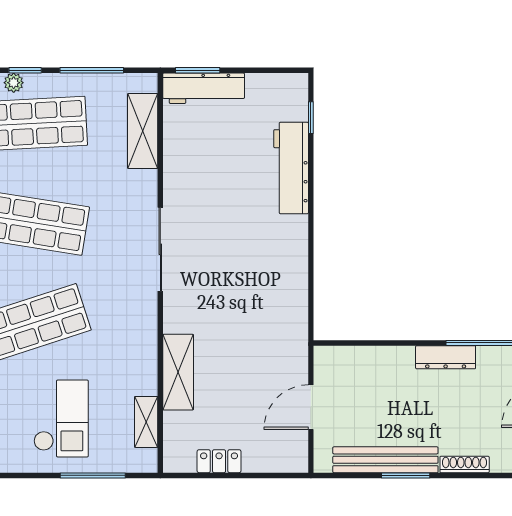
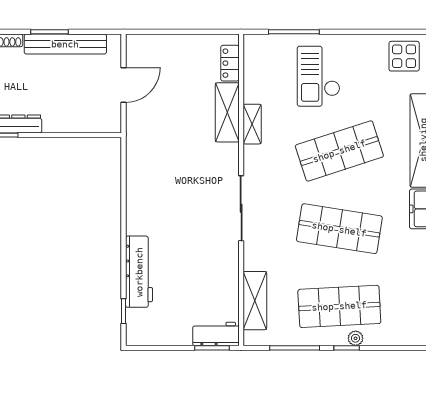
workbench: (204, 88) -> (216, 334), width x0.73
shelving: (146, 422) -> (252, 124), moved
locker: (219, 461) -> (230, 63), moved, turned 90

